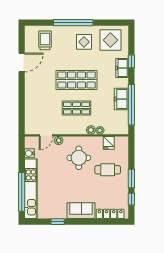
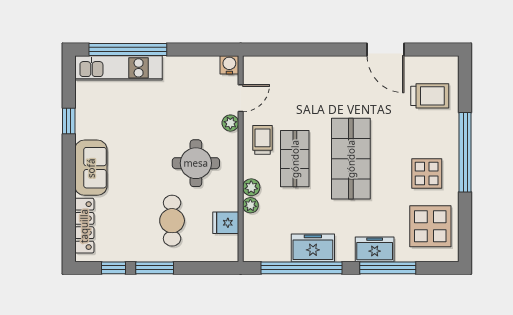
window: (131, 61) -> (388, 268), width x2.17
trolley: (67, 124) -> (262, 140), added
door: (46, 135) -> (241, 98), swing flipped
water cooler: (29, 153) -> (229, 65), moved
kitchen unit: (31, 189) -> (118, 68), width x0.73

